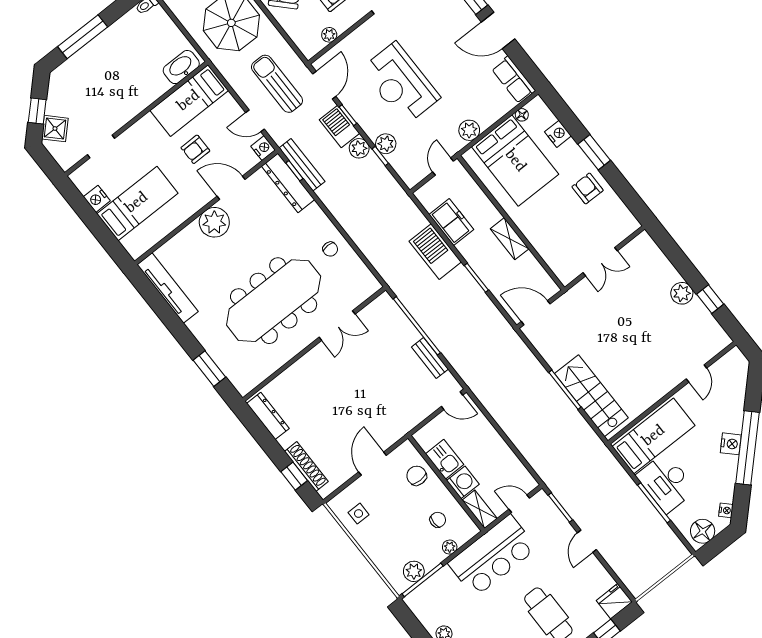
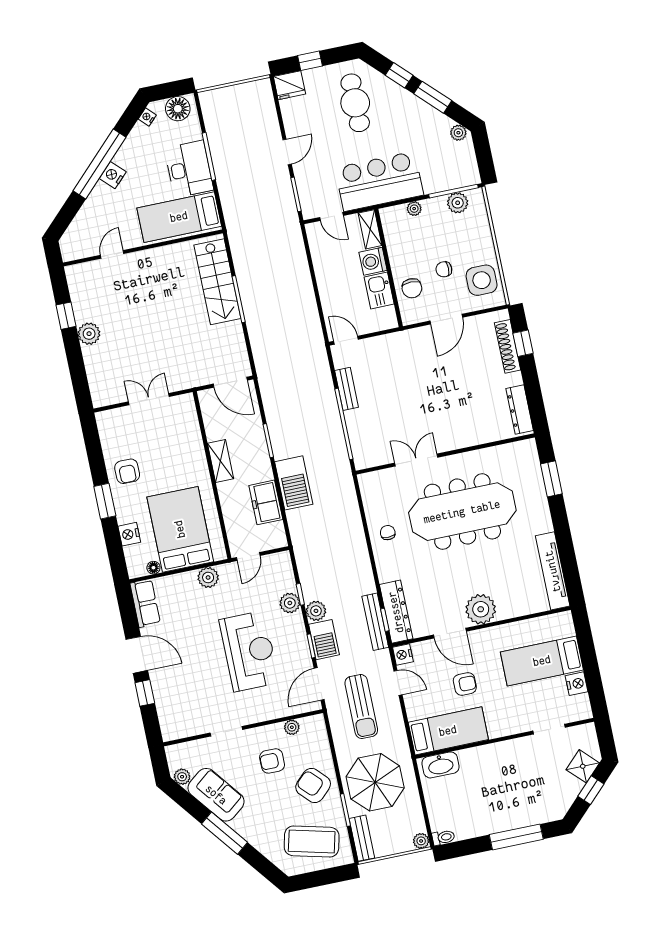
side table: (359, 514) -> (482, 280), width x1.87, depth x1.87
chair: (438, 520) -> (444, 269), moved

